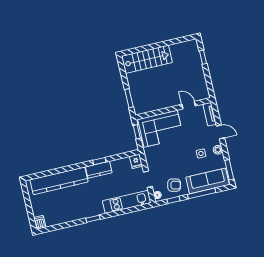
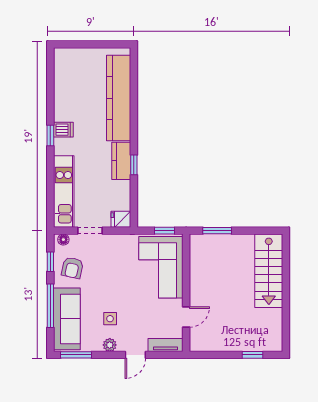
dishwasher: (40, 222) -> (63, 130), moved

